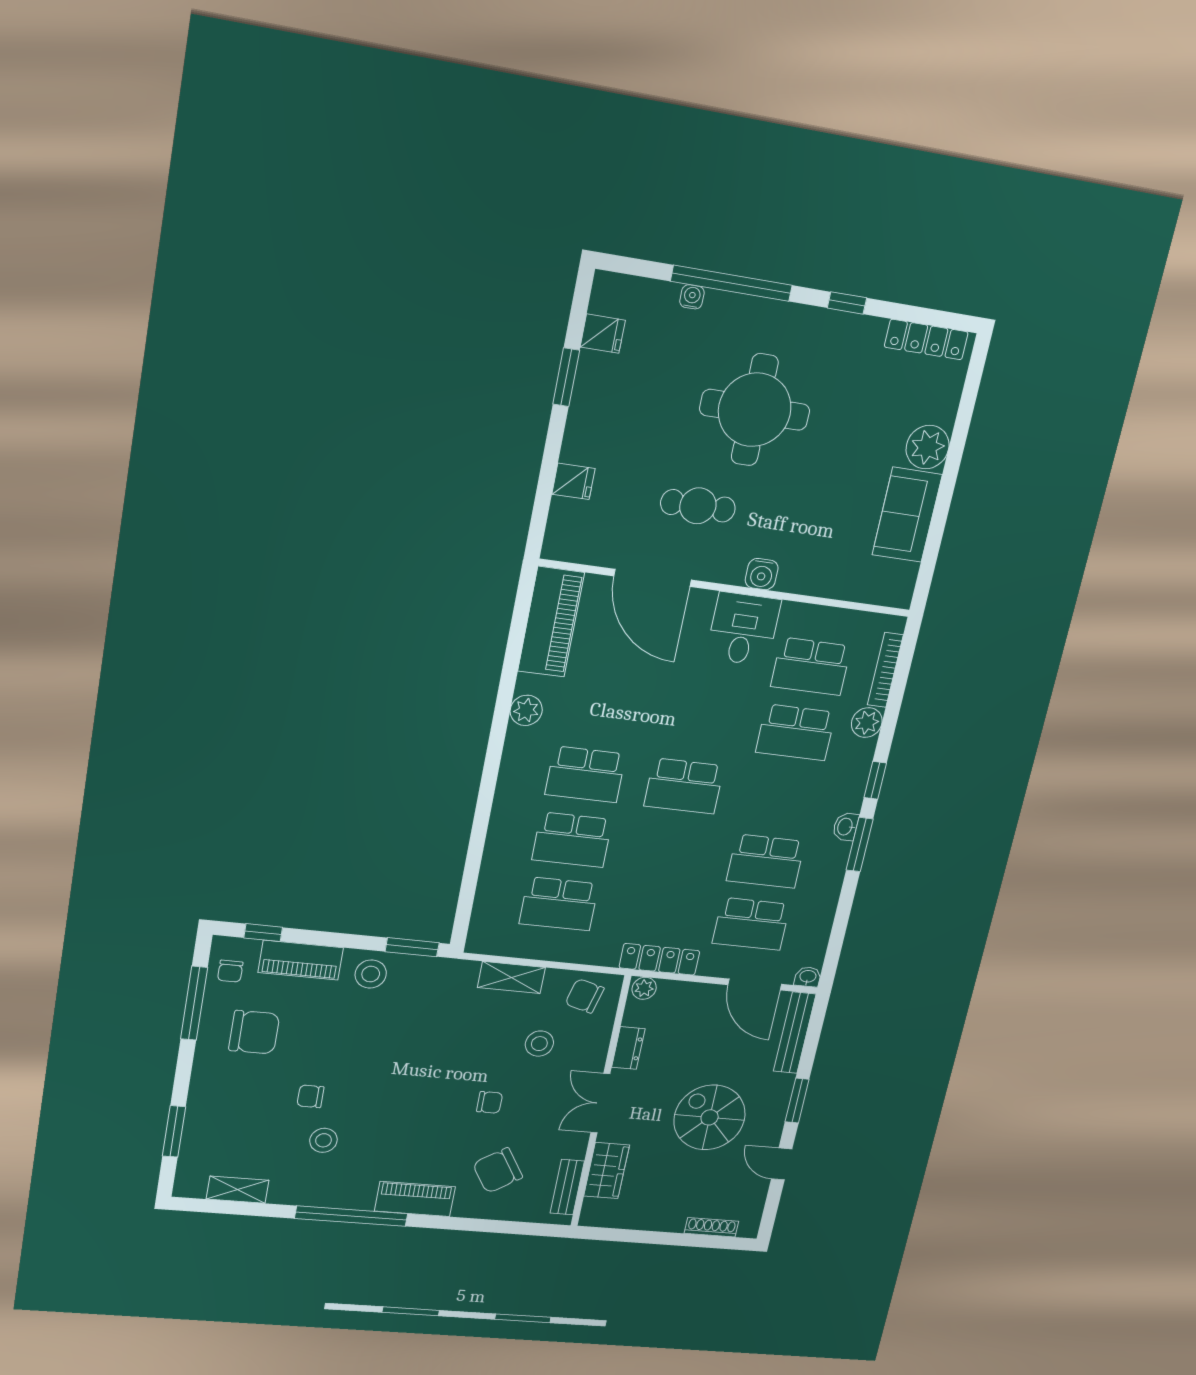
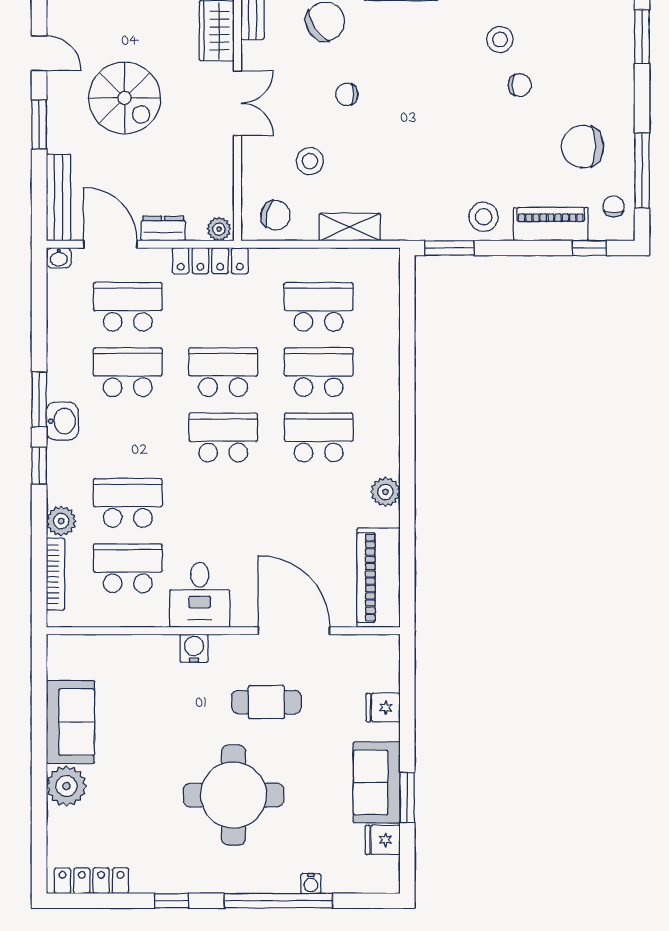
sofa: (597, 399) -> (377, 782), added
washbasin: (846, 827) -> (62, 421), width x1.38, depth x1.45
school desk: (670, 851) -> (223, 372), added
dresser: (628, 1048) -> (163, 228), moved, turned 90

